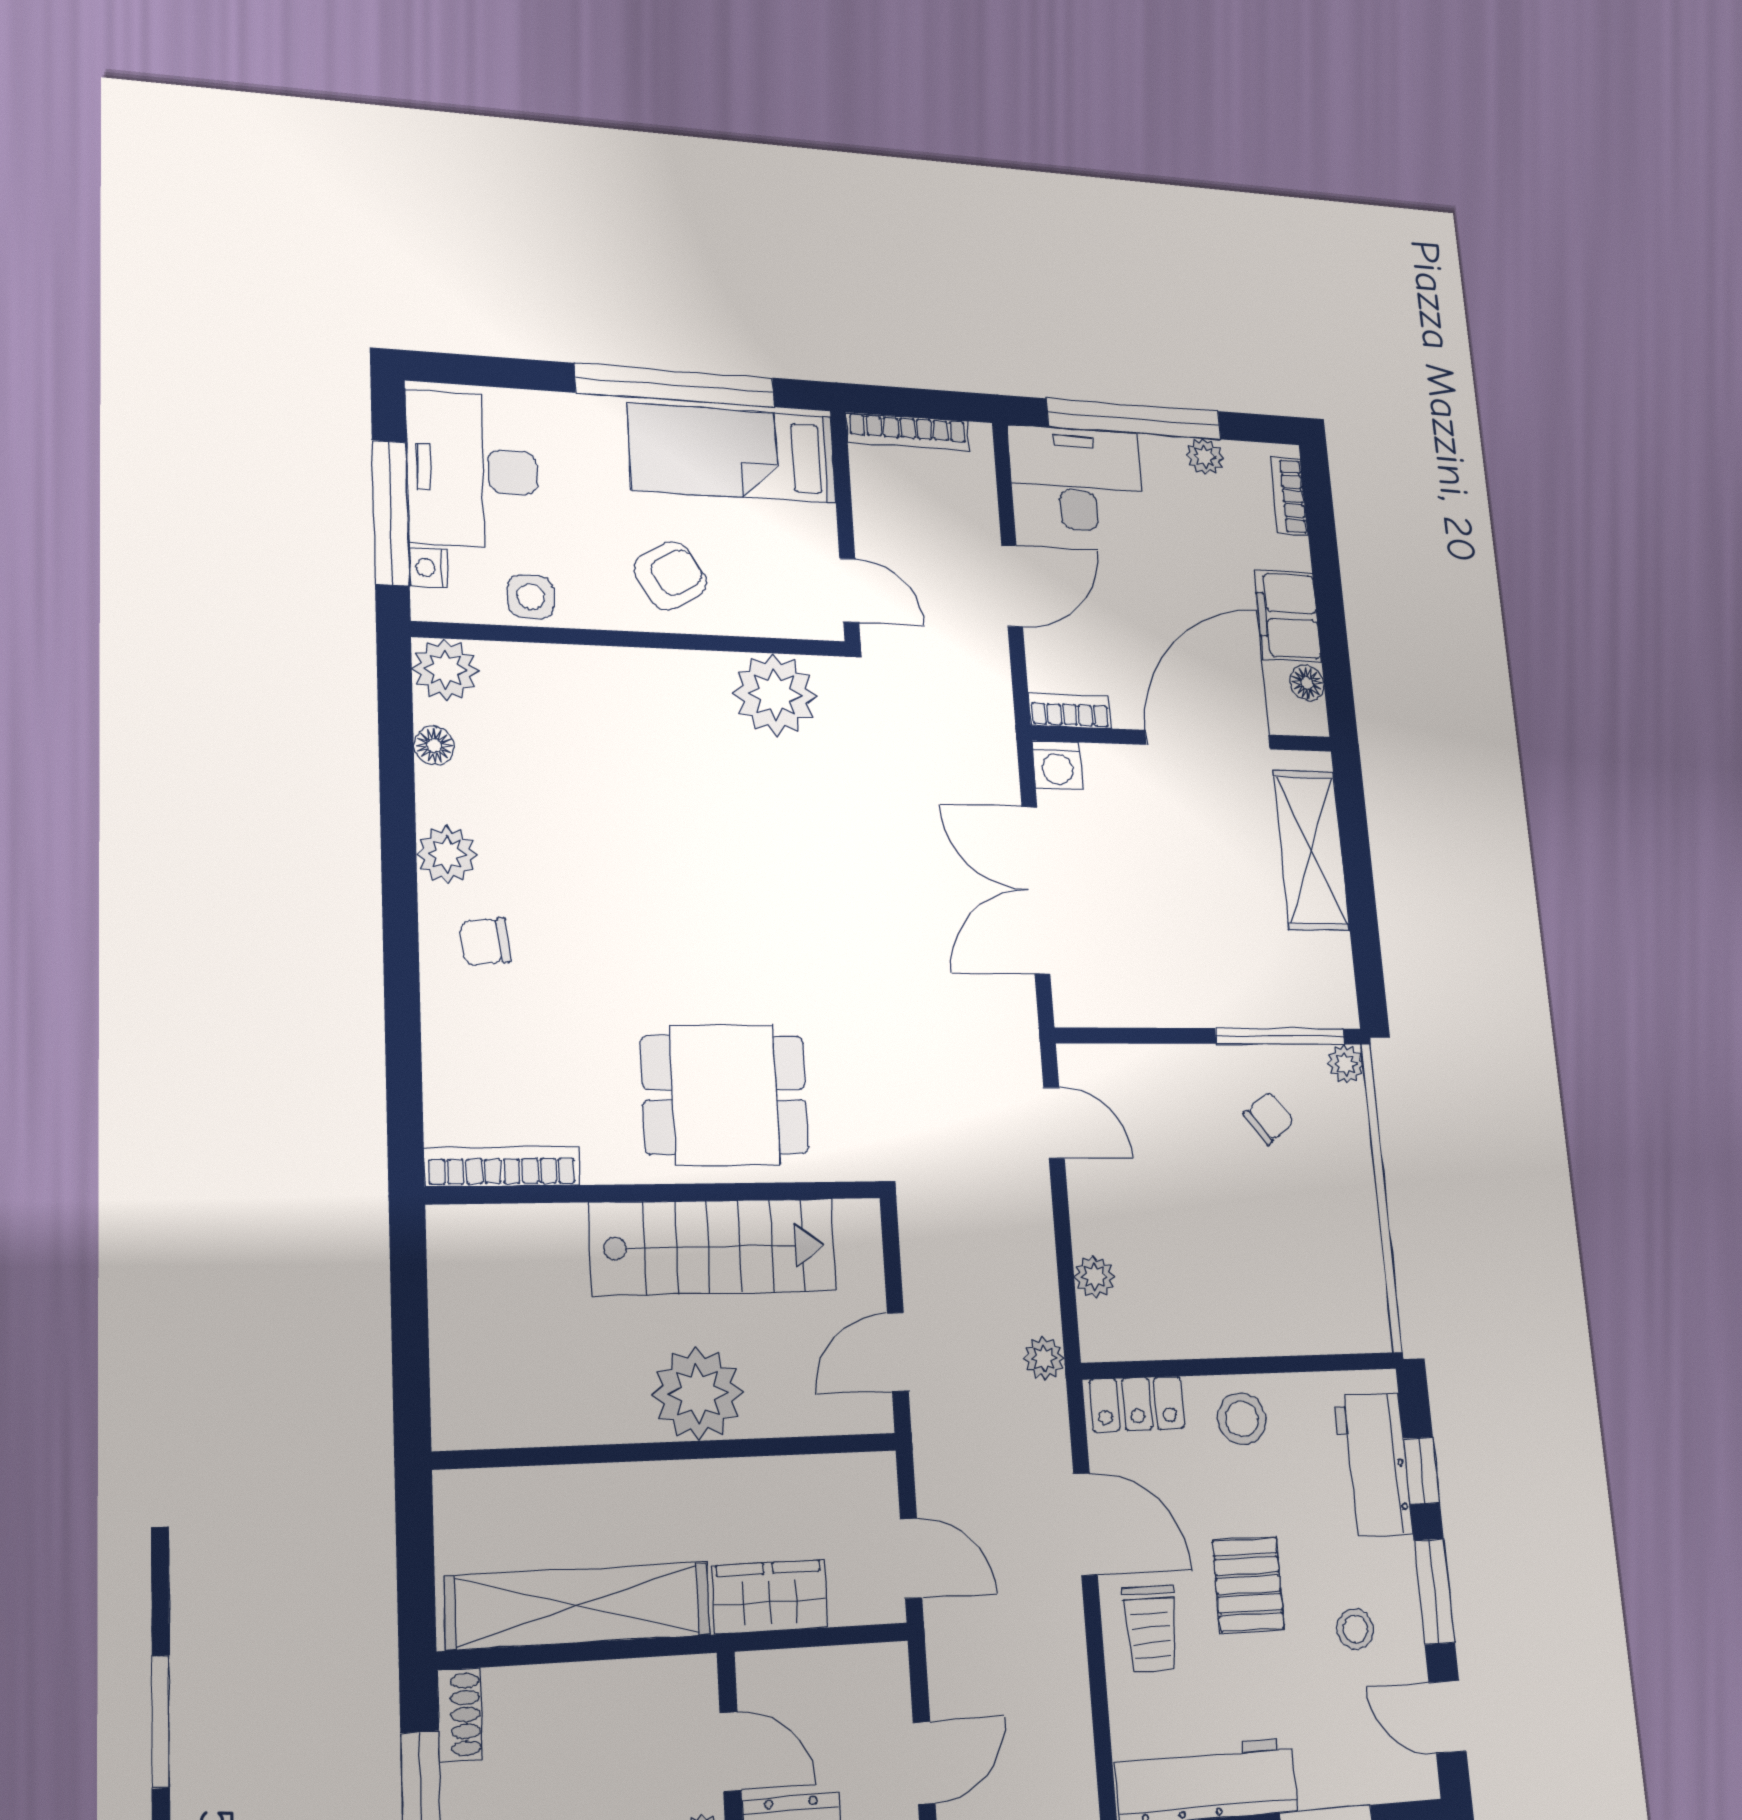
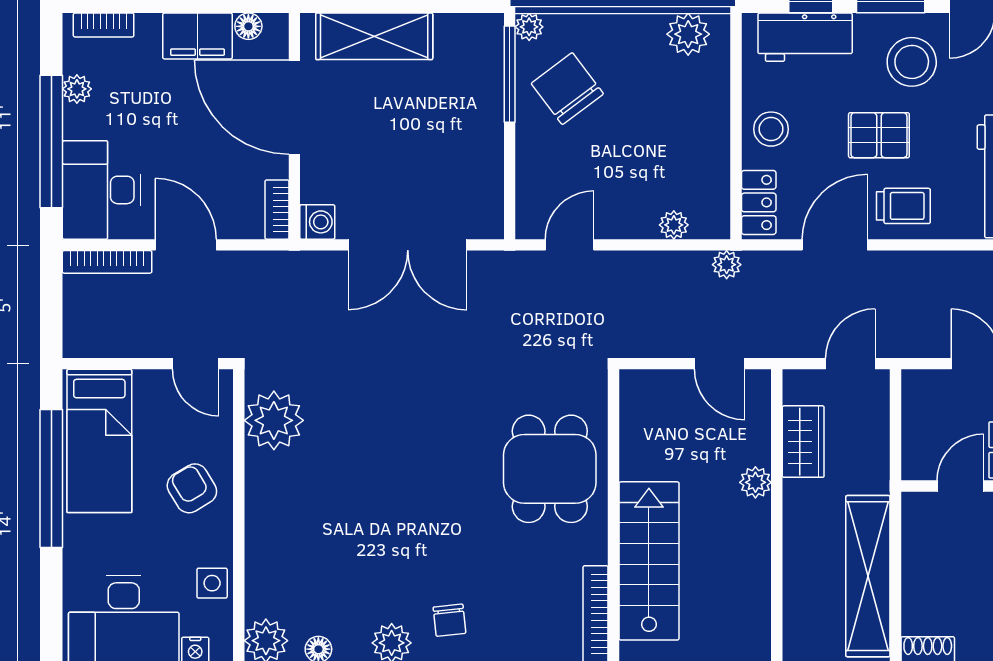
bookcase: (908, 432) -> (107, 262), moved, turned 90
door: (849, 590) -> (196, 364), swing flipped
chair: (1269, 1118) -> (567, 89), width x1.87, depth x1.87
stairs: (713, 1247) -> (649, 561), moved
plant: (1359, 1291) -> (688, 34), added
plant: (697, 1393) -> (755, 482), width x0.53, depth x0.53
wardrobe: (769, 1597) -> (803, 442), moved, turned 180
stool: (1355, 1629) -> (912, 62), width x1.89, depth x1.89

